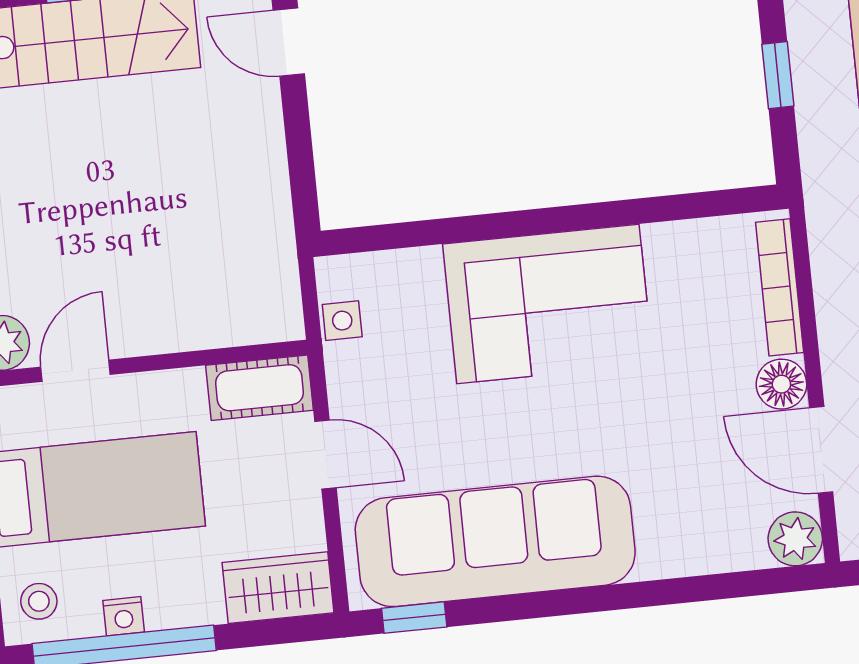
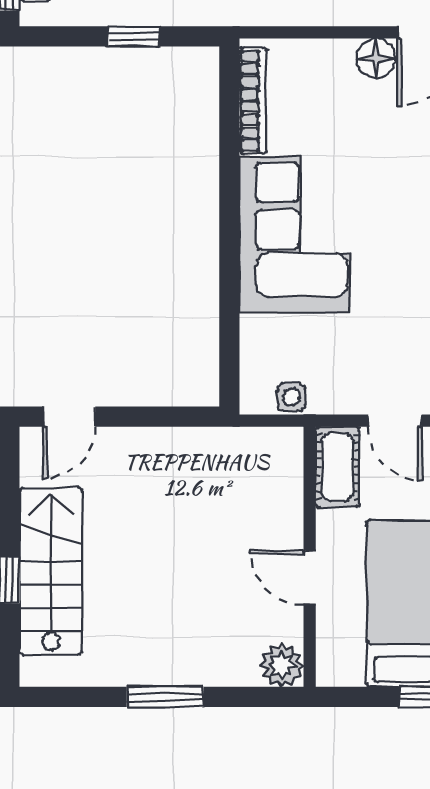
bookcase: (780, 287) -> (253, 101), moved, turned -90
door: (76, 371) -> (310, 577), moved
door: (326, 454) -> (395, 421), swing flipped

